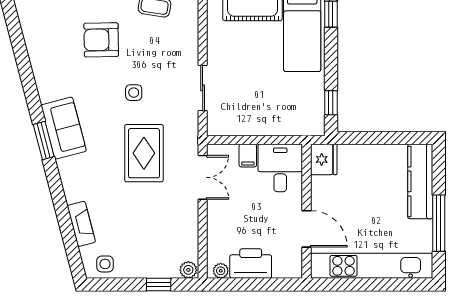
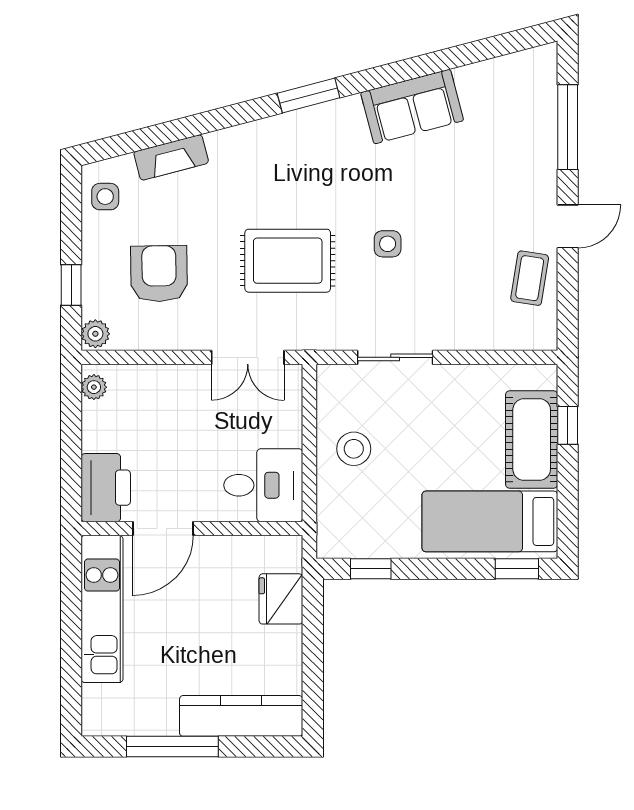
armchair: (101, 40) -> (159, 274), moved
stool: (258, 113) -> (354, 449), added
sofa: (64, 128) -> (412, 107), moved
filing cabinet: (248, 156) -> (284, 432), removed
fridge: (324, 159) -> (281, 599), moved, turned 90
printer: (251, 264) -> (106, 488), moved
kitchen unit: (372, 266) -> (102, 609), width x0.73

